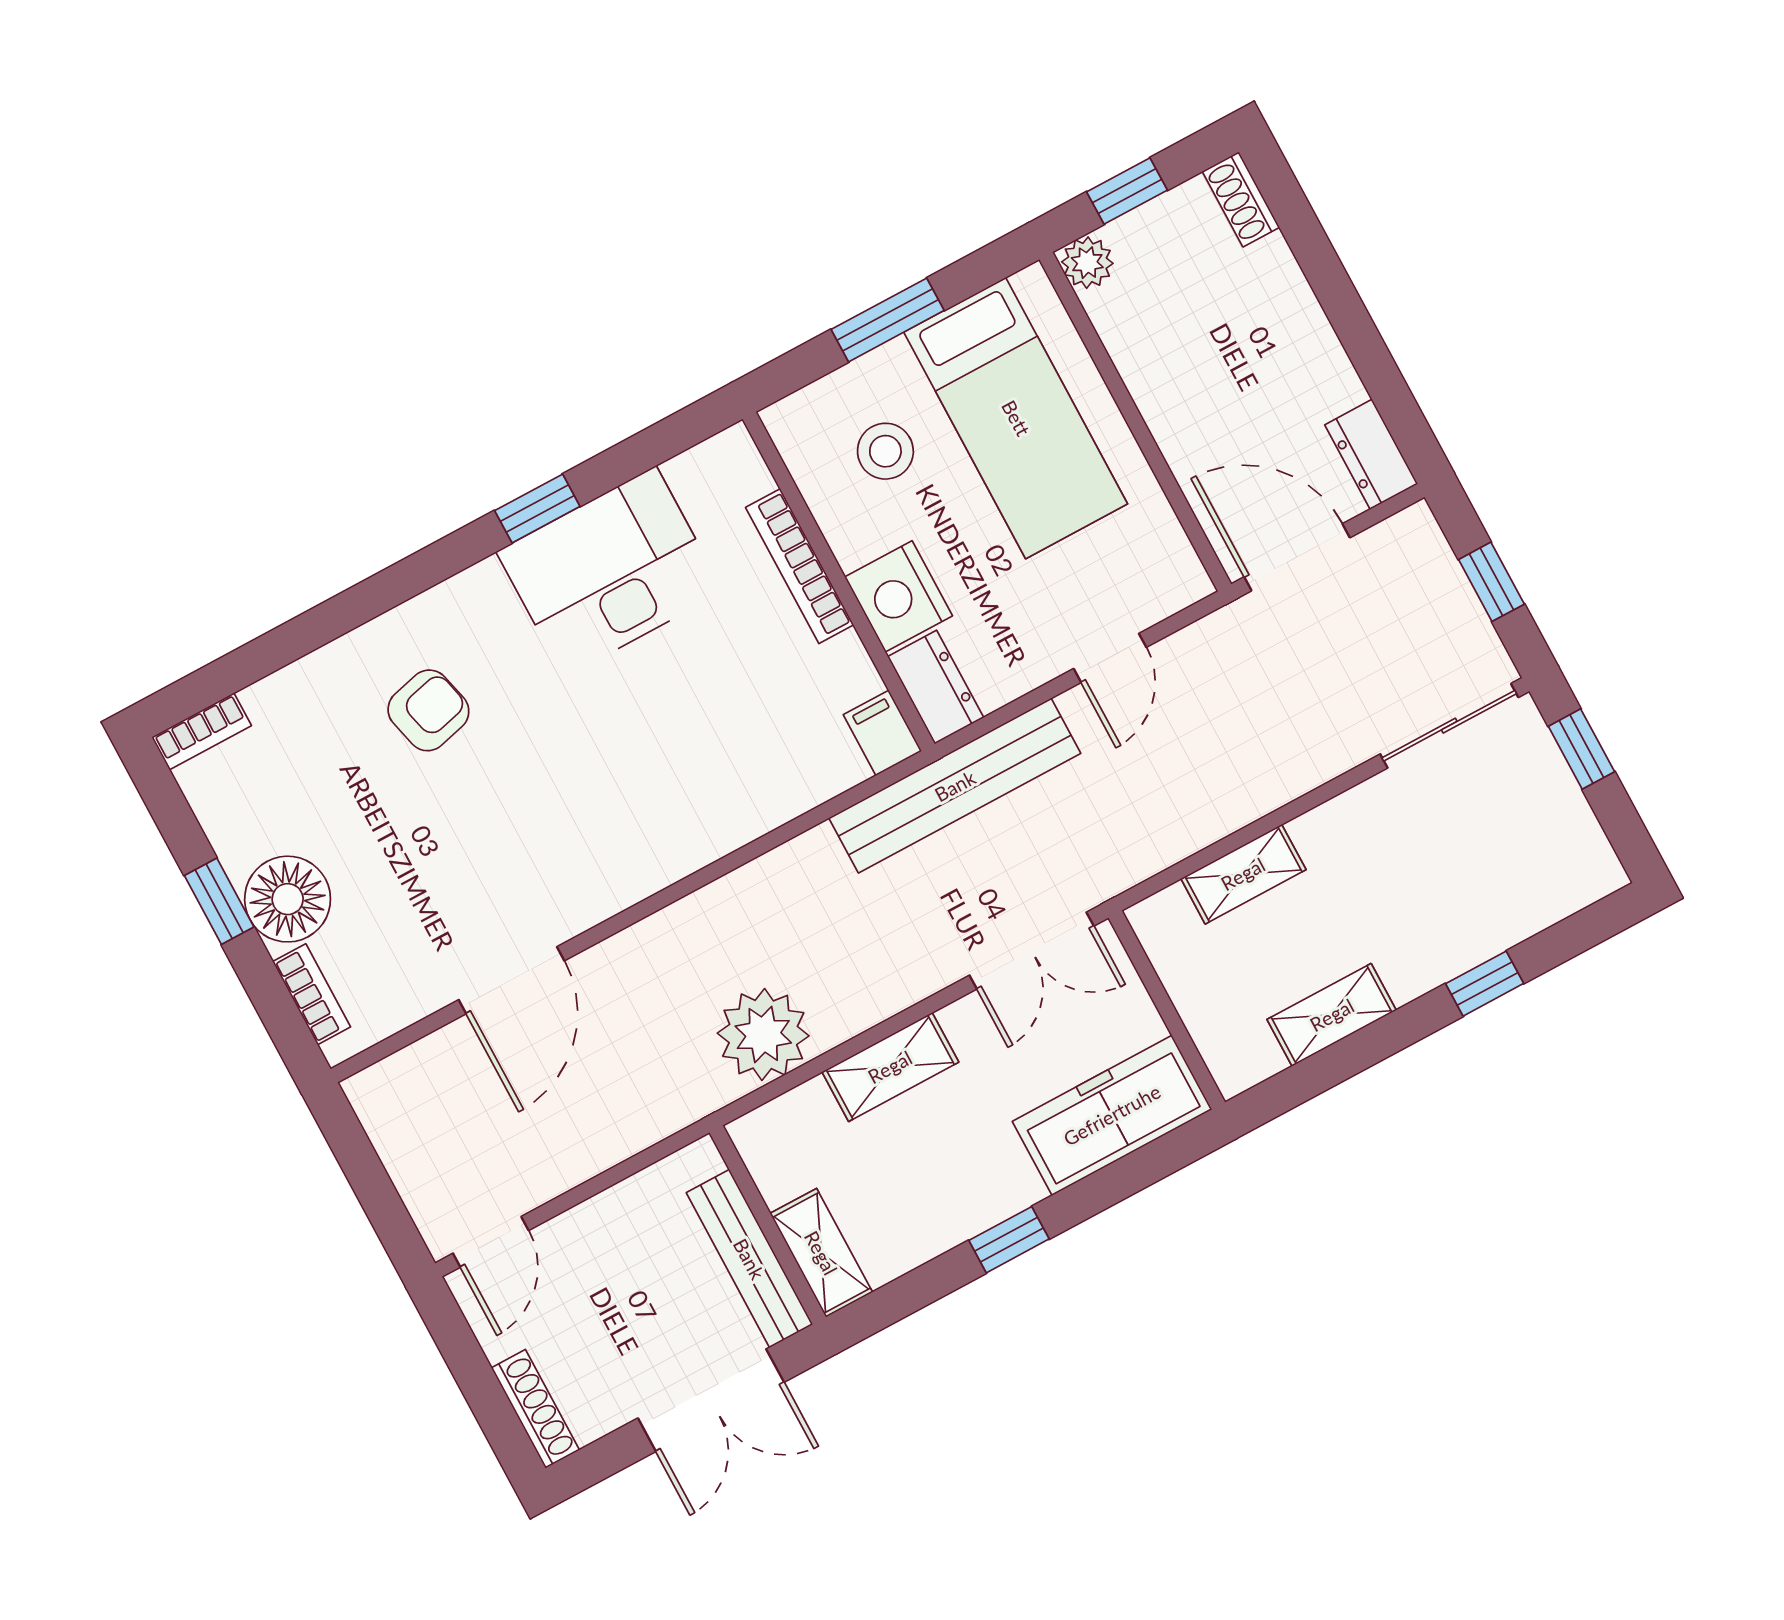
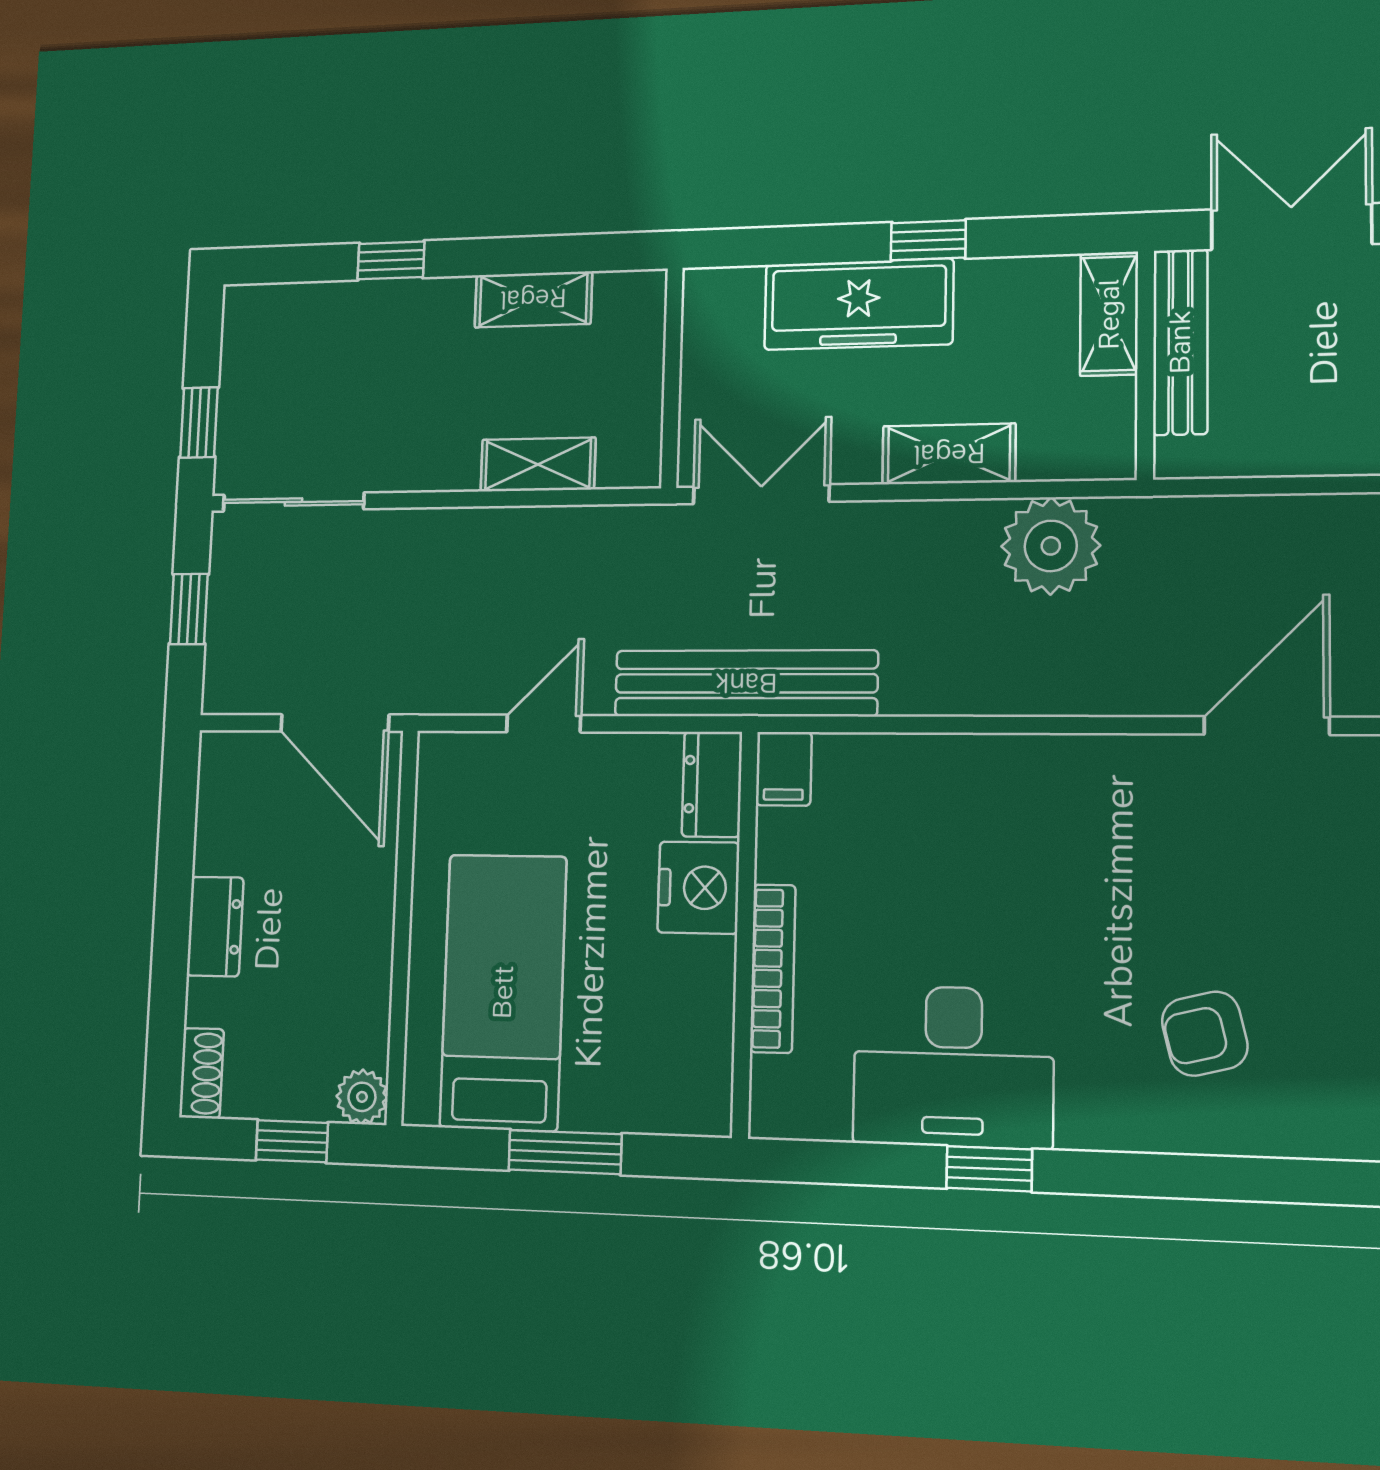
stool: (885, 451) -> (635, 1030), removed
dresser: (1371, 454) -> (215, 926), moved
freezer: (1112, 1115) -> (859, 304), moved

